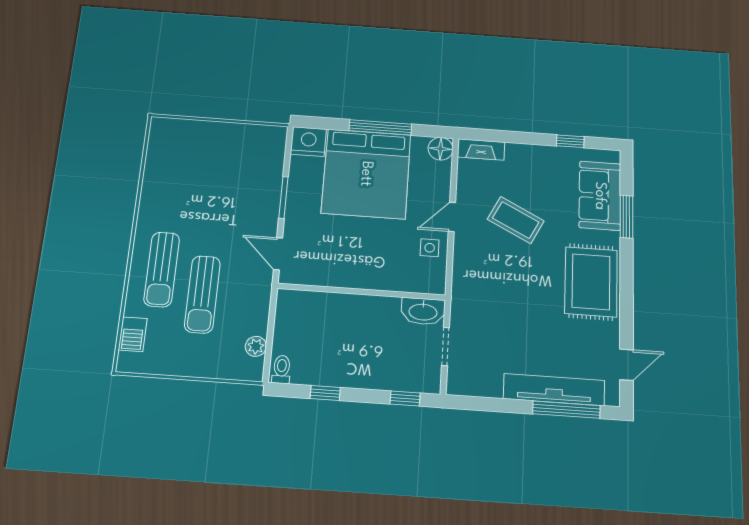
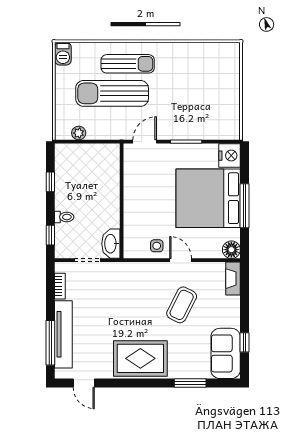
sofa: (600, 196) -> (226, 353), moved, turned -90
sun lounger: (162, 269) -> (128, 64), turned 180
sun lounger: (202, 294) -> (112, 93), width x1.36, depth x1.34
barbecue: (133, 334) -> (63, 54), moved, turned -90
toilet: (282, 369) -> (64, 217), moved
bookcase: (482, 390) -> (60, 286), added

